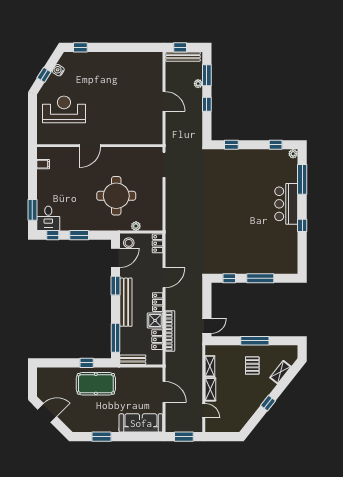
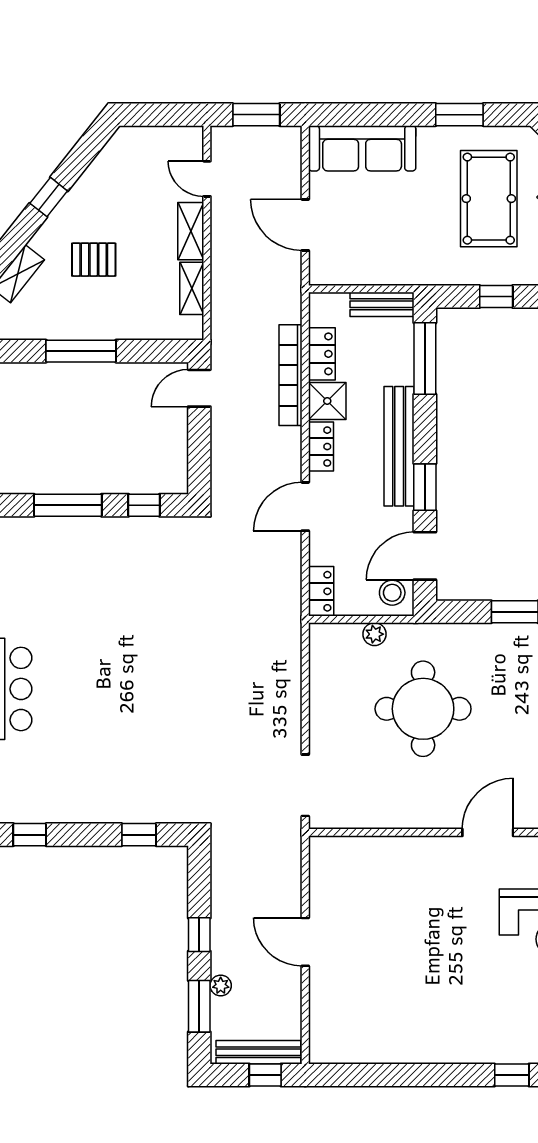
pallet: (252, 366) -> (94, 260), moved, turned 90
pool table: (96, 384) -> (489, 199), moved, turned 90

